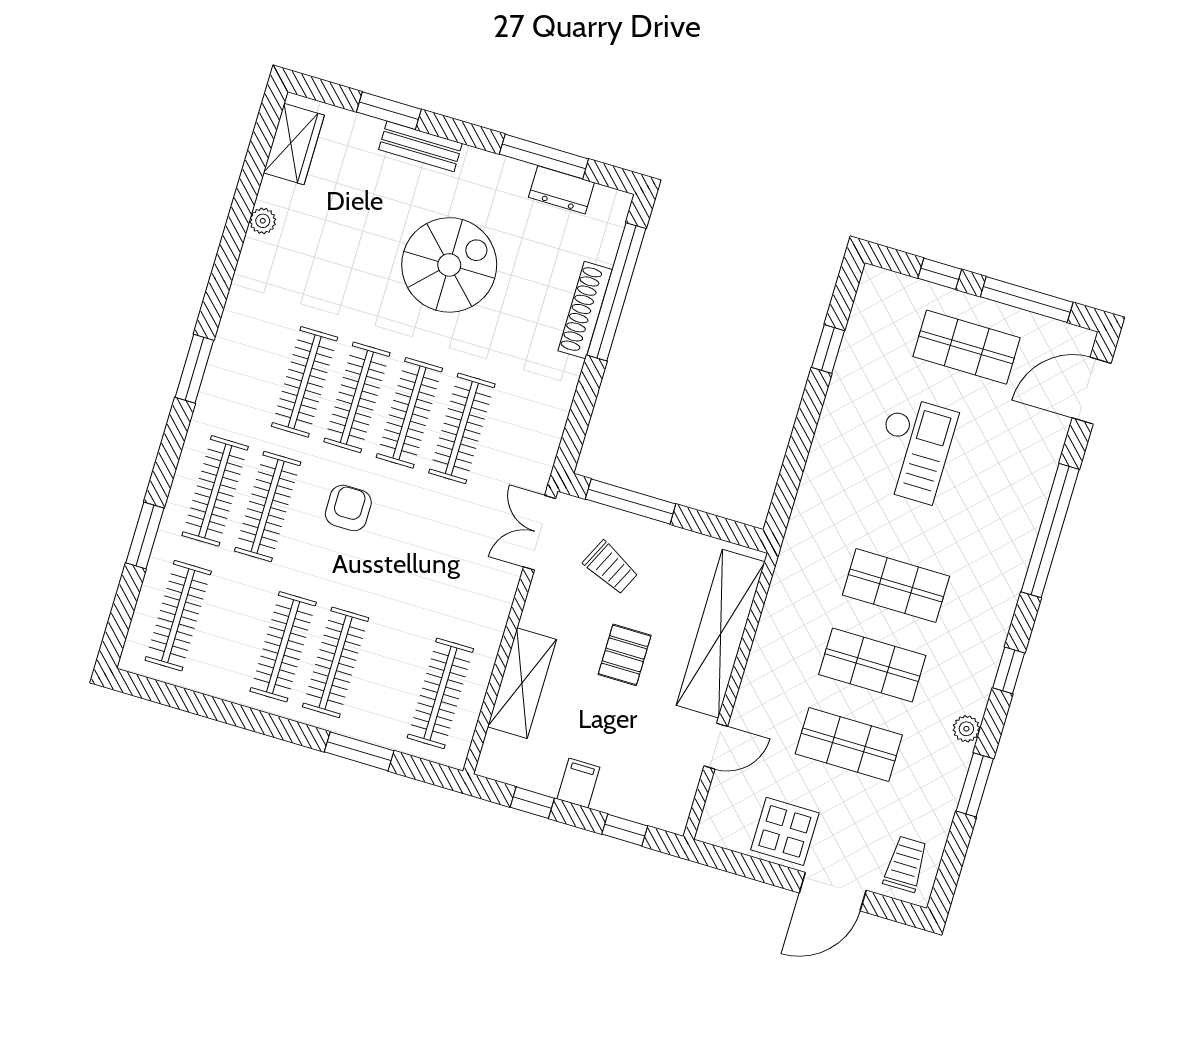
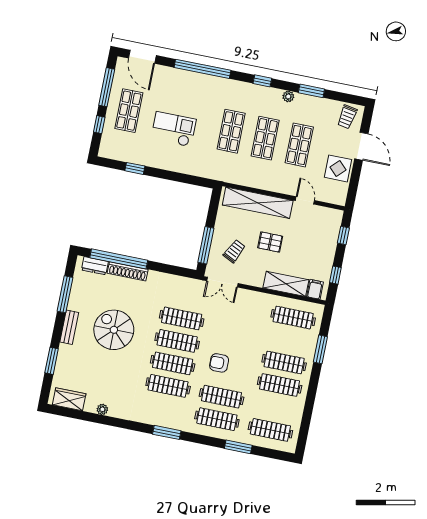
bench: (420, 146) -> (69, 327), moved
dresser: (561, 190) -> (95, 266), moved, turned 90
filing cabinet: (578, 783) -> (315, 289), moved, turned 90
trolley: (906, 864) -> (347, 117), turned -80

